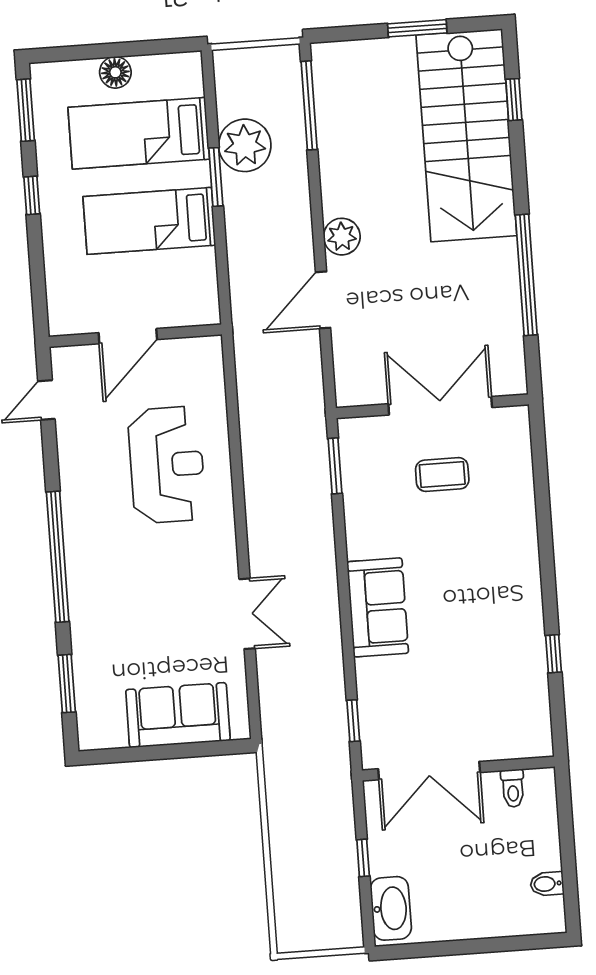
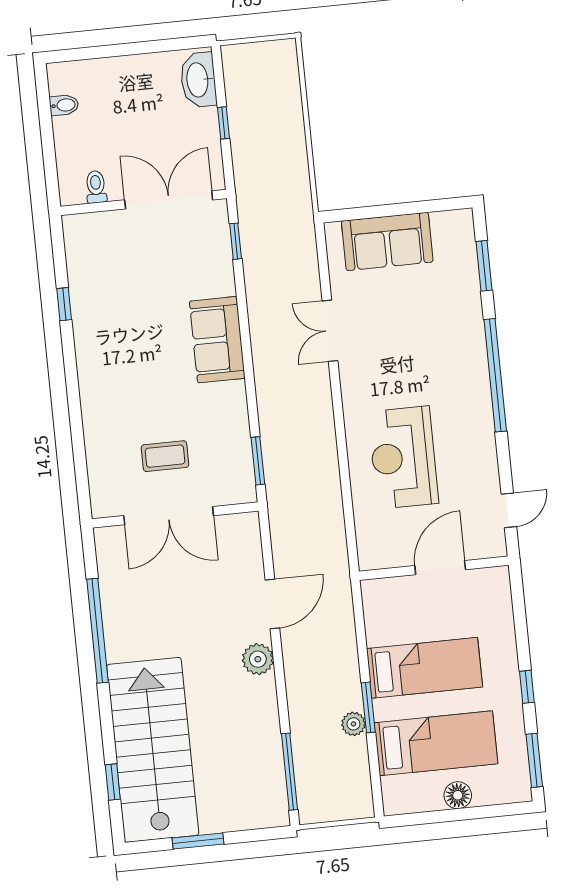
plant: (245, 145) -> (353, 724), width x0.53, depth x0.53

